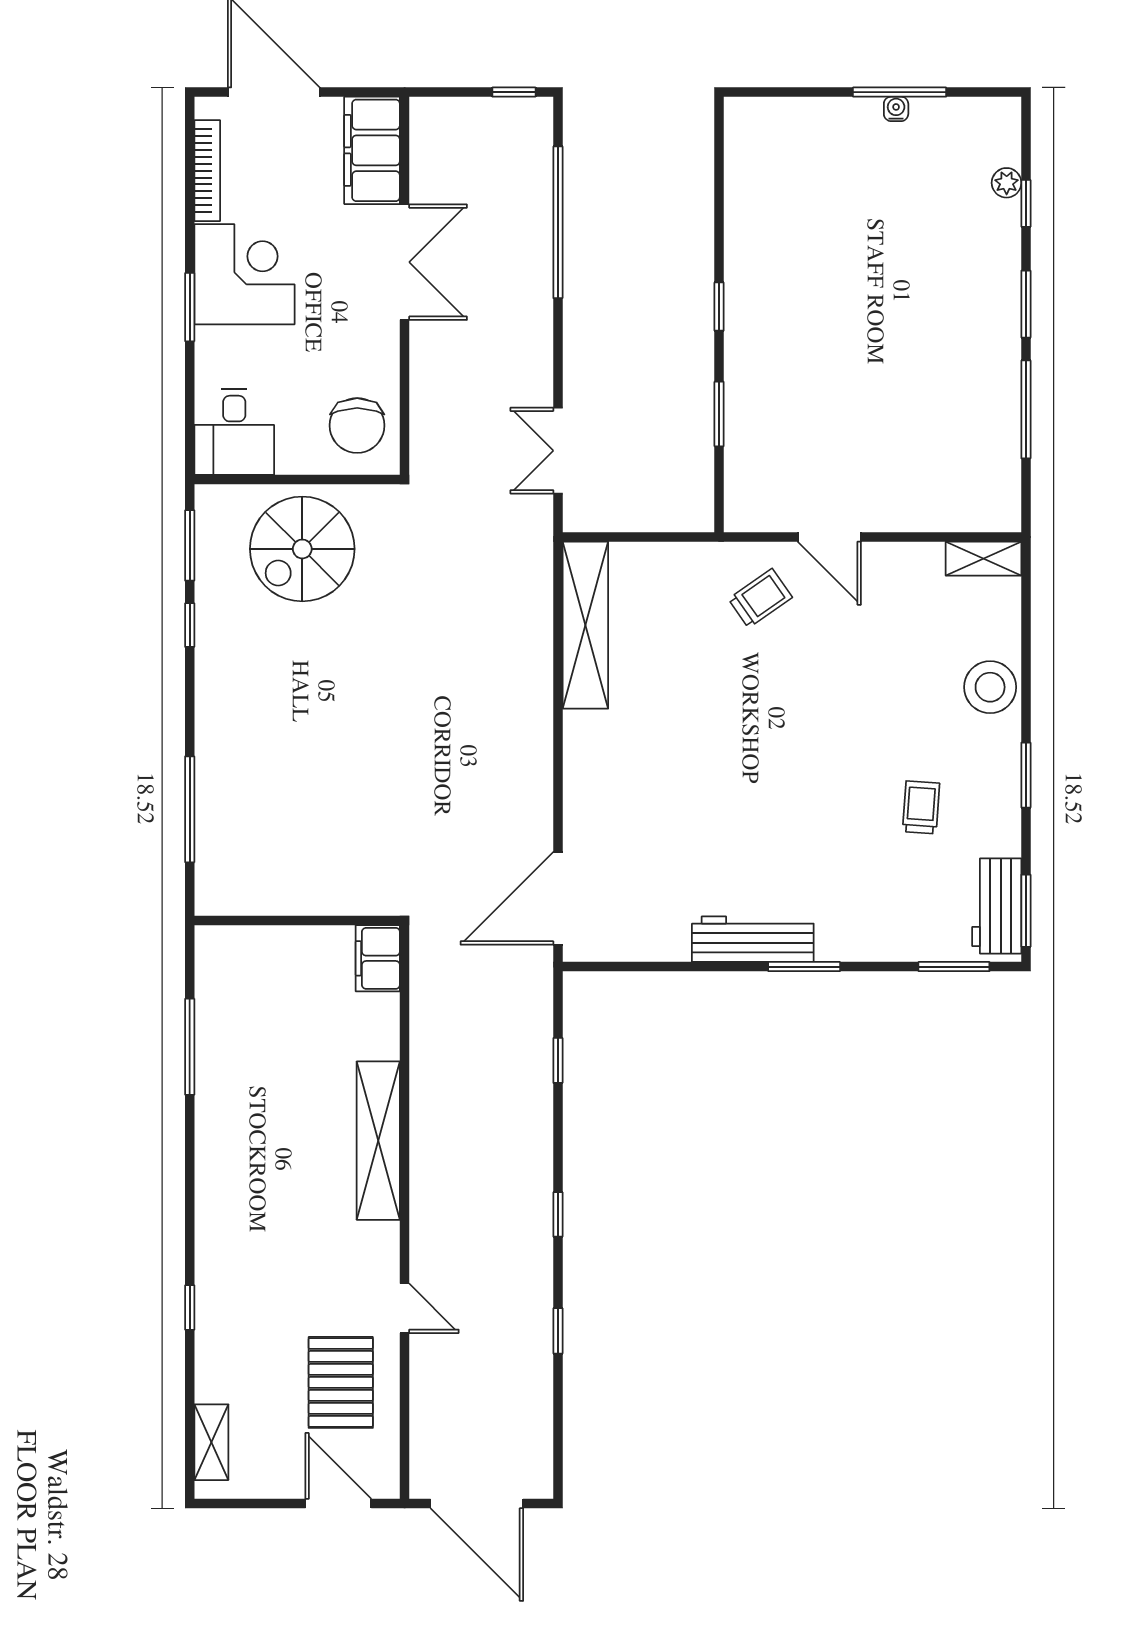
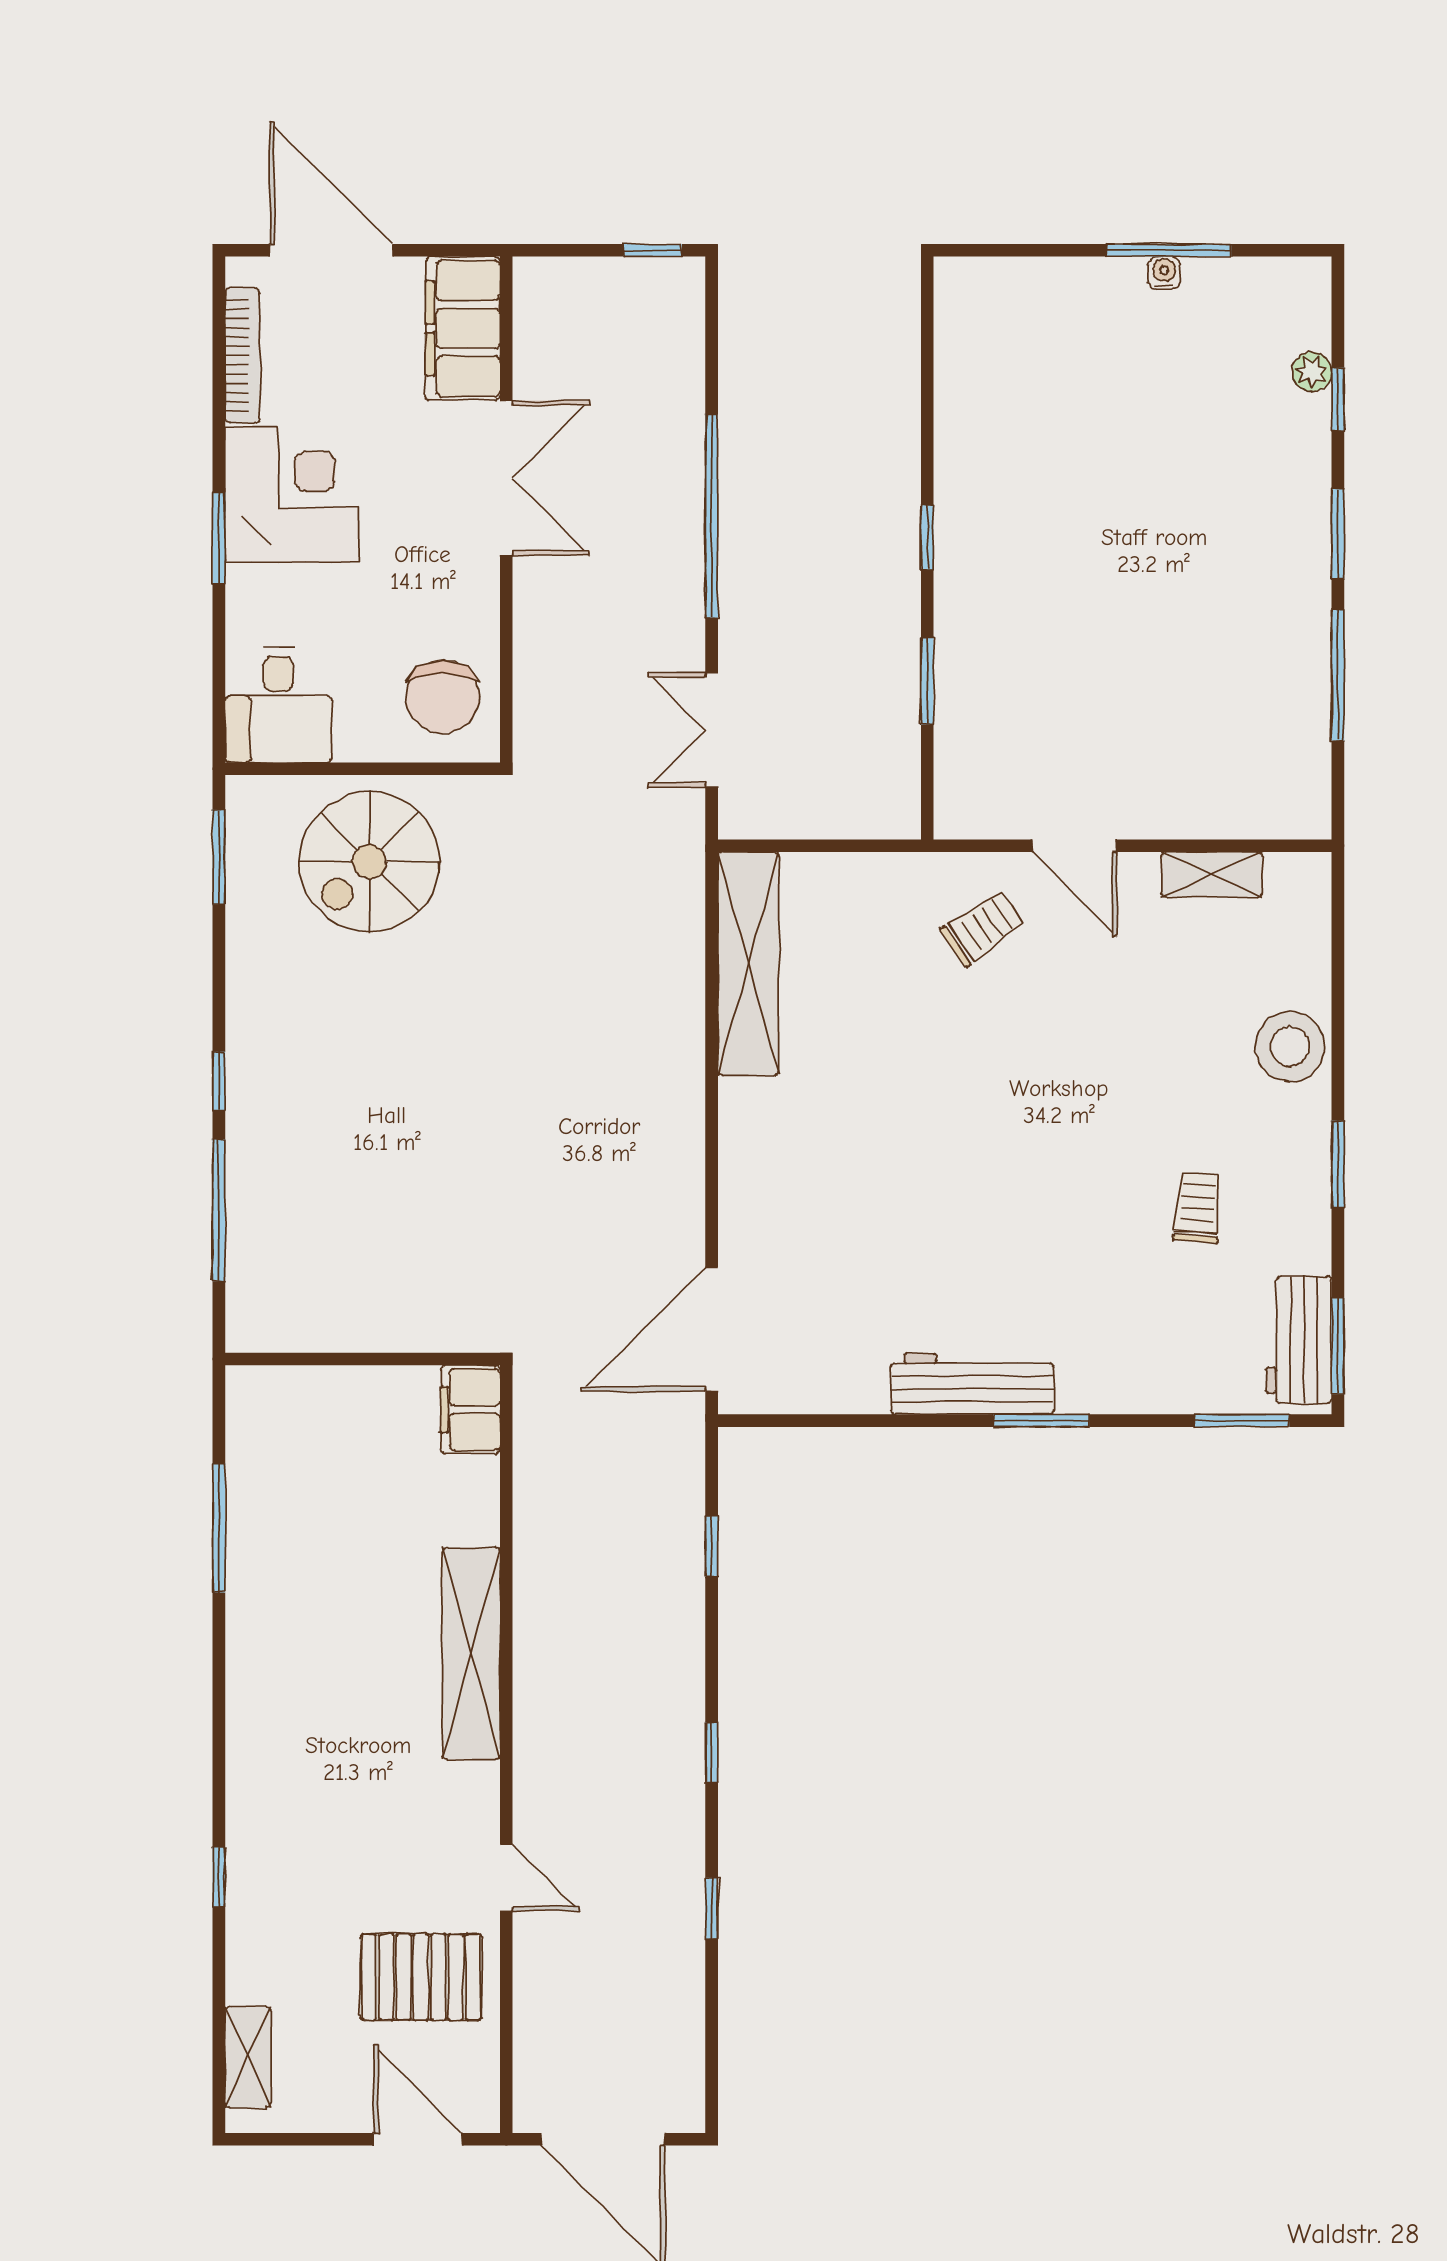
window: (558, 222) -> (712, 516), moved
shelving: (983, 559) -> (1212, 875), moved
window: (190, 625) -> (219, 1081), moved
pallet: (341, 1382) -> (421, 1977), turned 90

